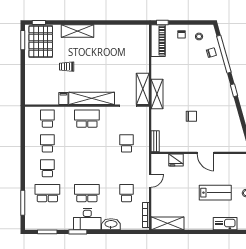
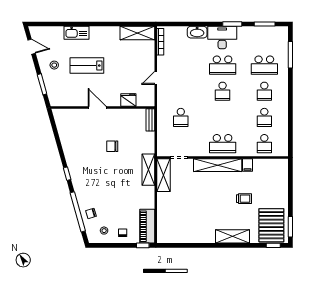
school desk: (126, 193) -> (223, 91), moved

